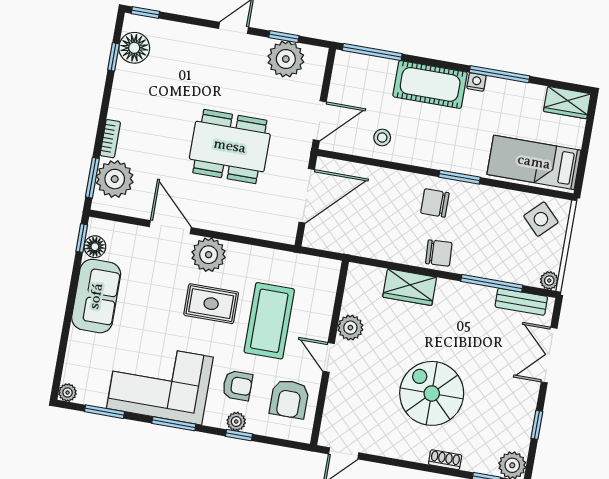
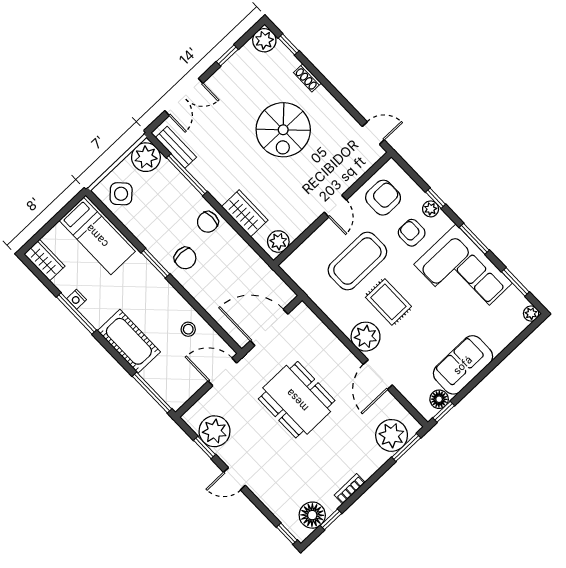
nightstand: (476, 82) -> (77, 299), moved
bookcase: (110, 139) -> (350, 489), moved
chair: (439, 253) -> (208, 222), turned -87
plant: (549, 280) -> (146, 157), width x1.88, depth x1.88
plant: (350, 328) -> (278, 242), moved

